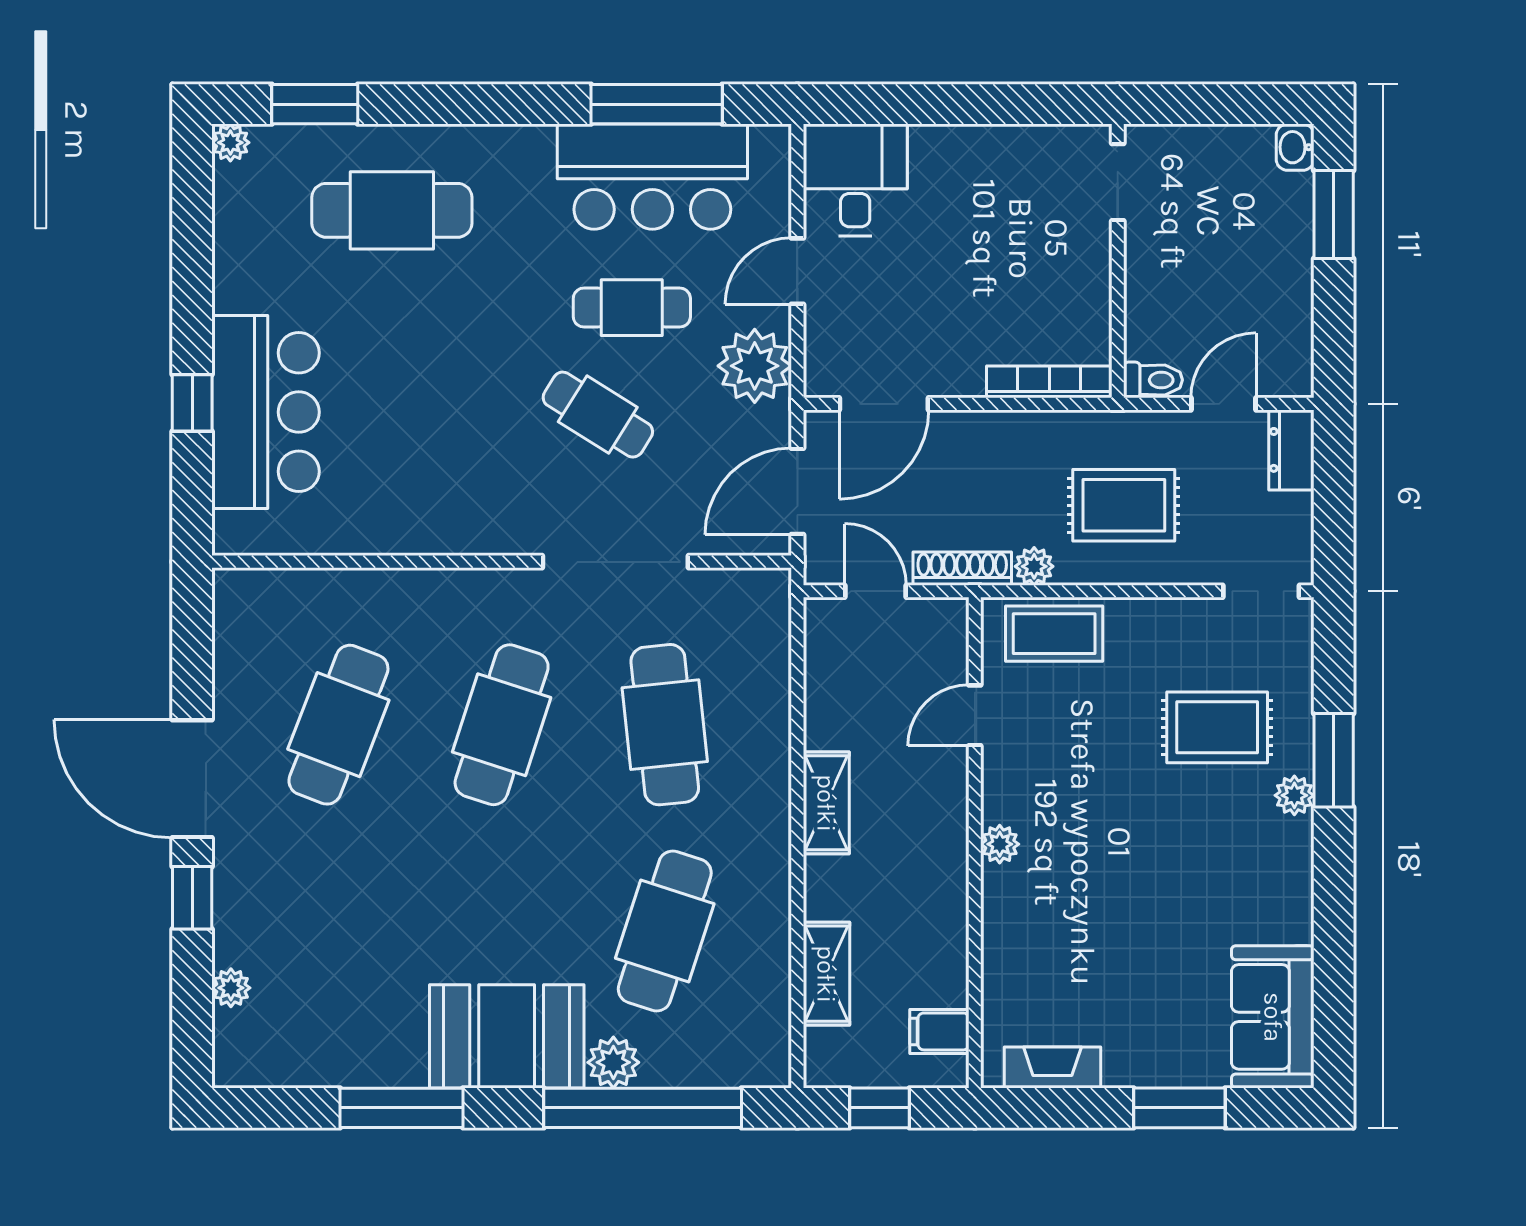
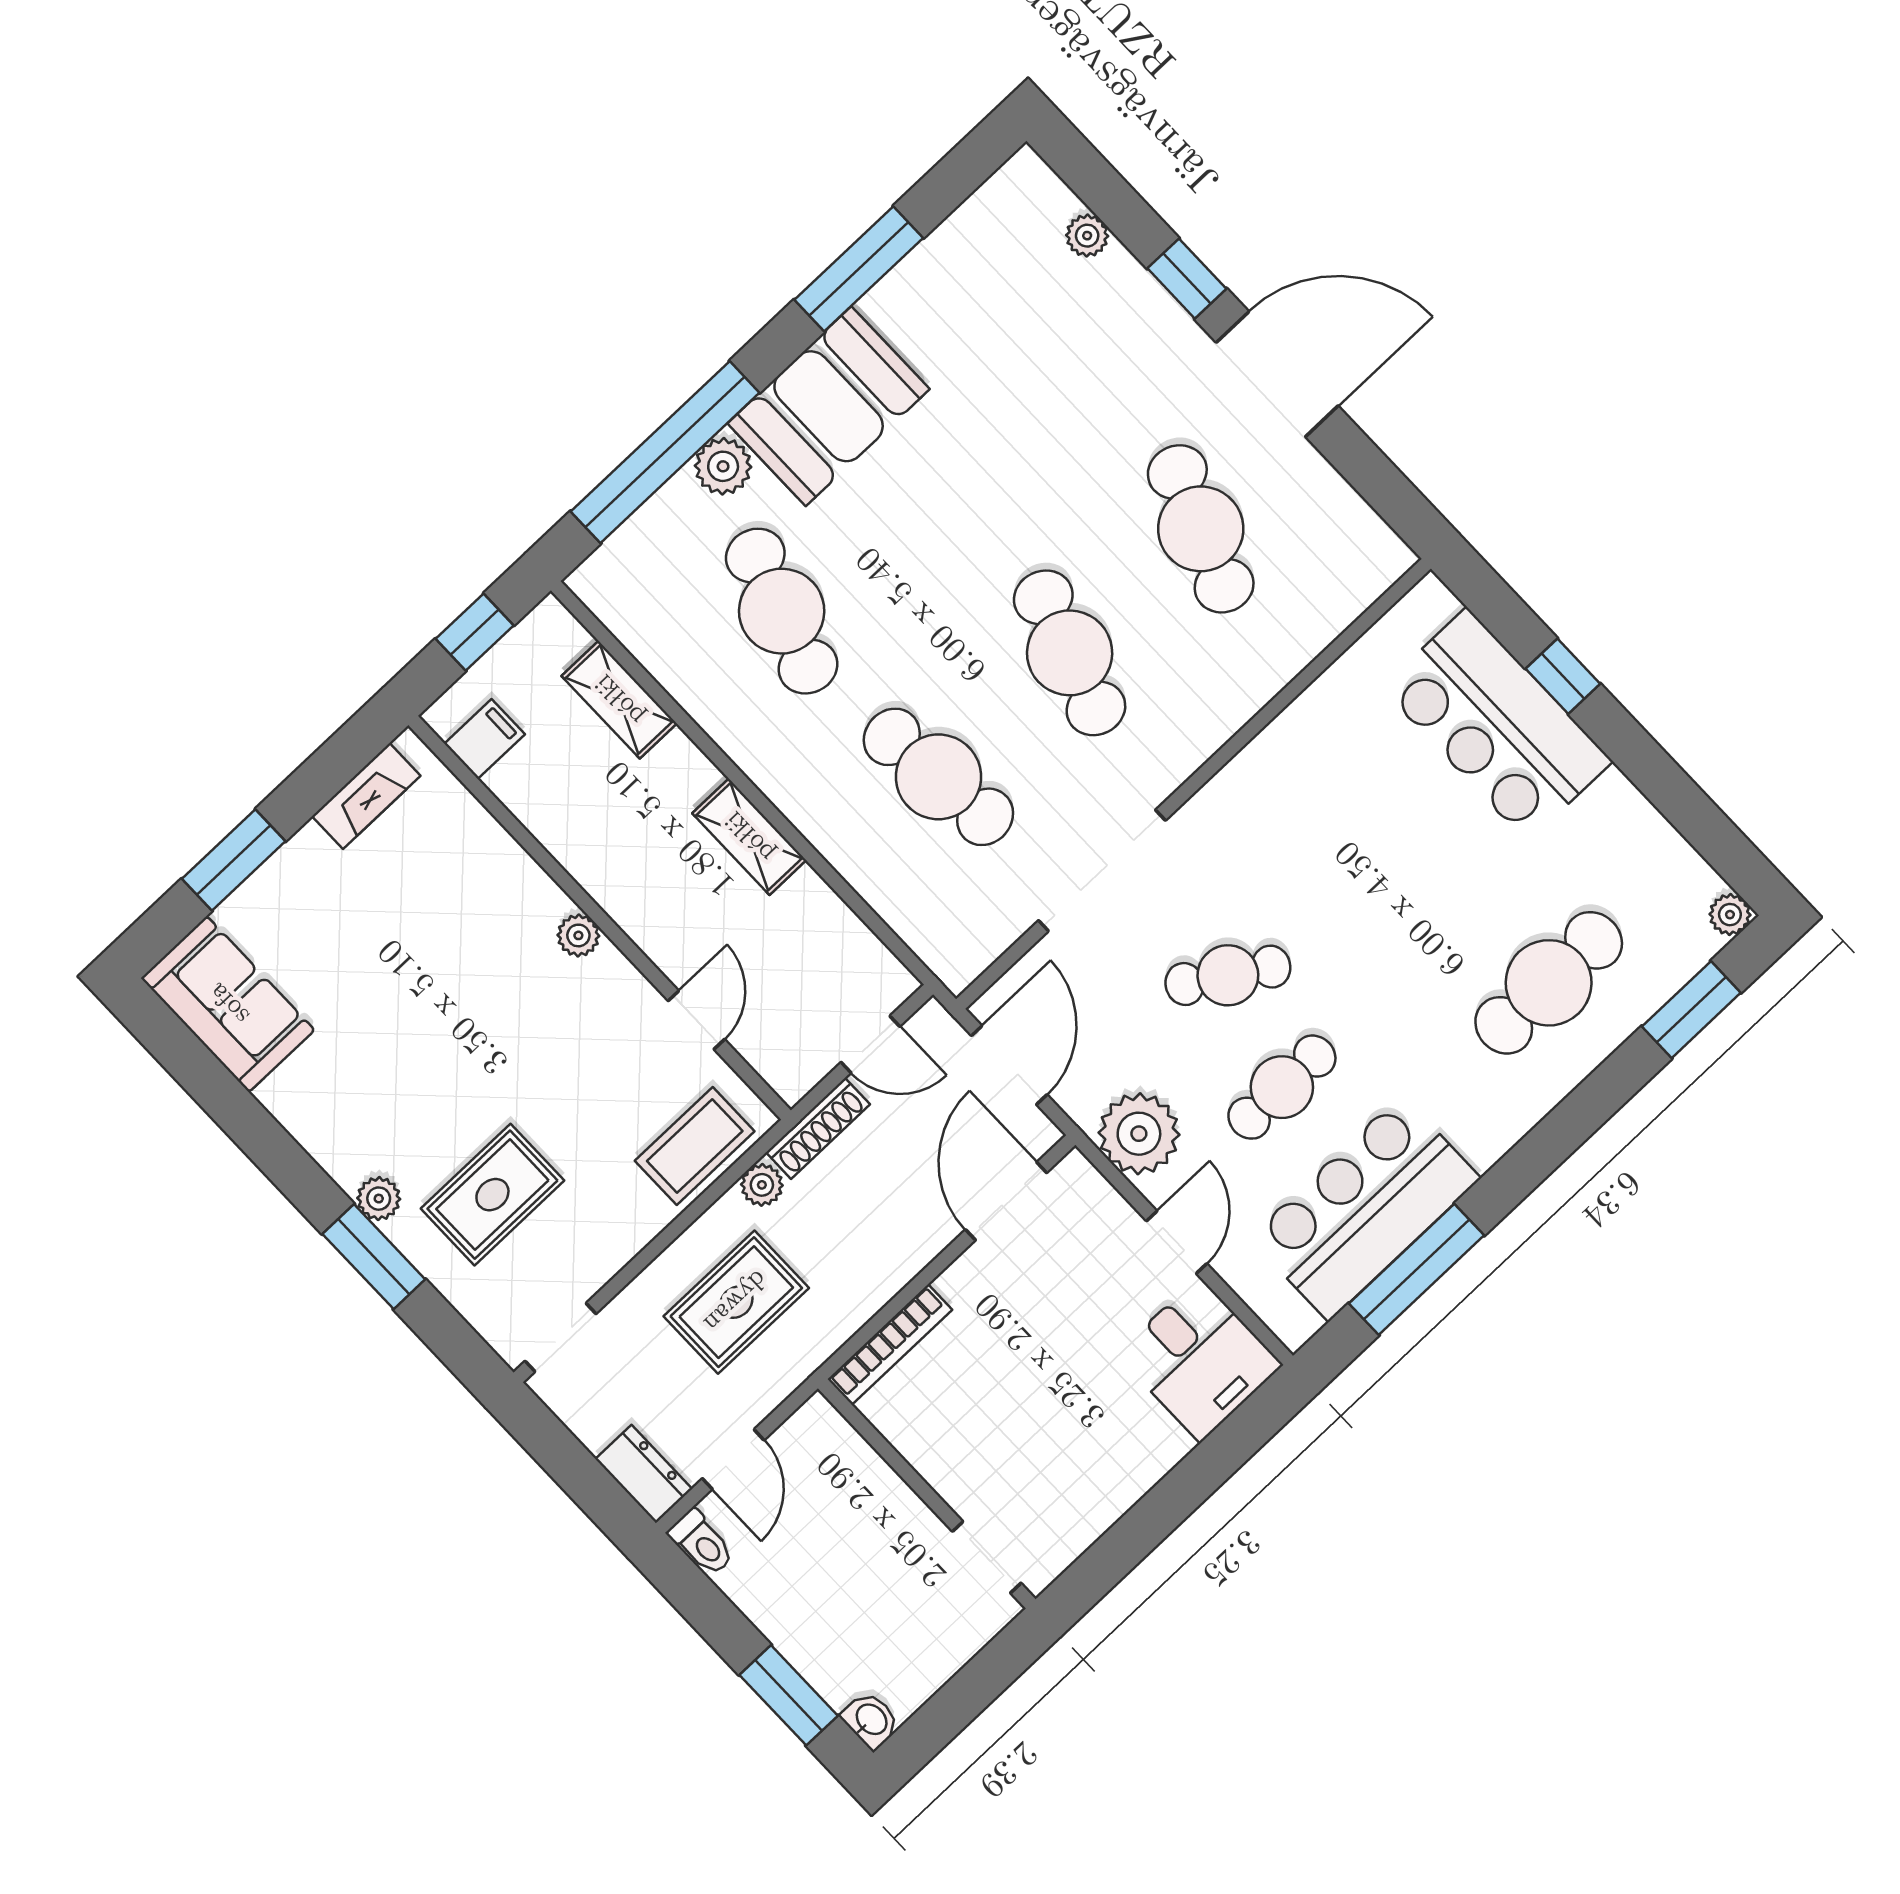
toilet: (1153, 380) -> (702, 1543), moved, turned -90

